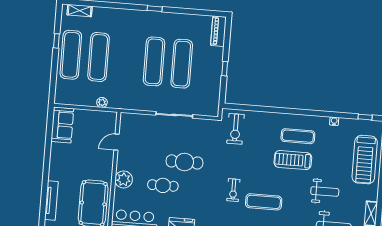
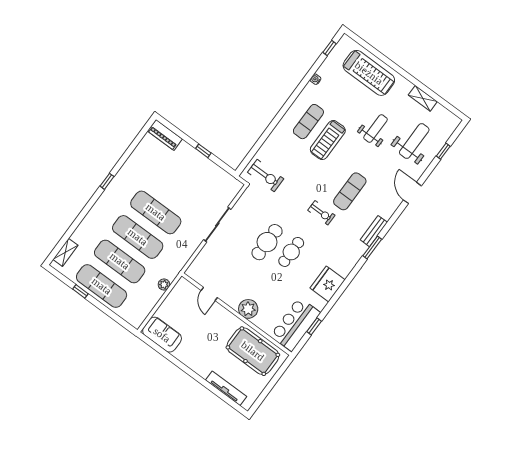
exercise mat: (182, 64) -> (138, 237), moved
cafe table: (163, 185) -> (291, 252), moved

